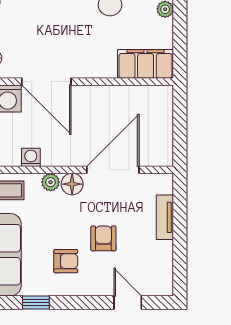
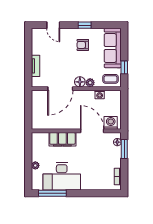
filing cabinet: (146, 64) -> (62, 139), moved
armchair: (103, 238) -> (65, 56), removed
window: (36, 302) -> (85, 25), moved

